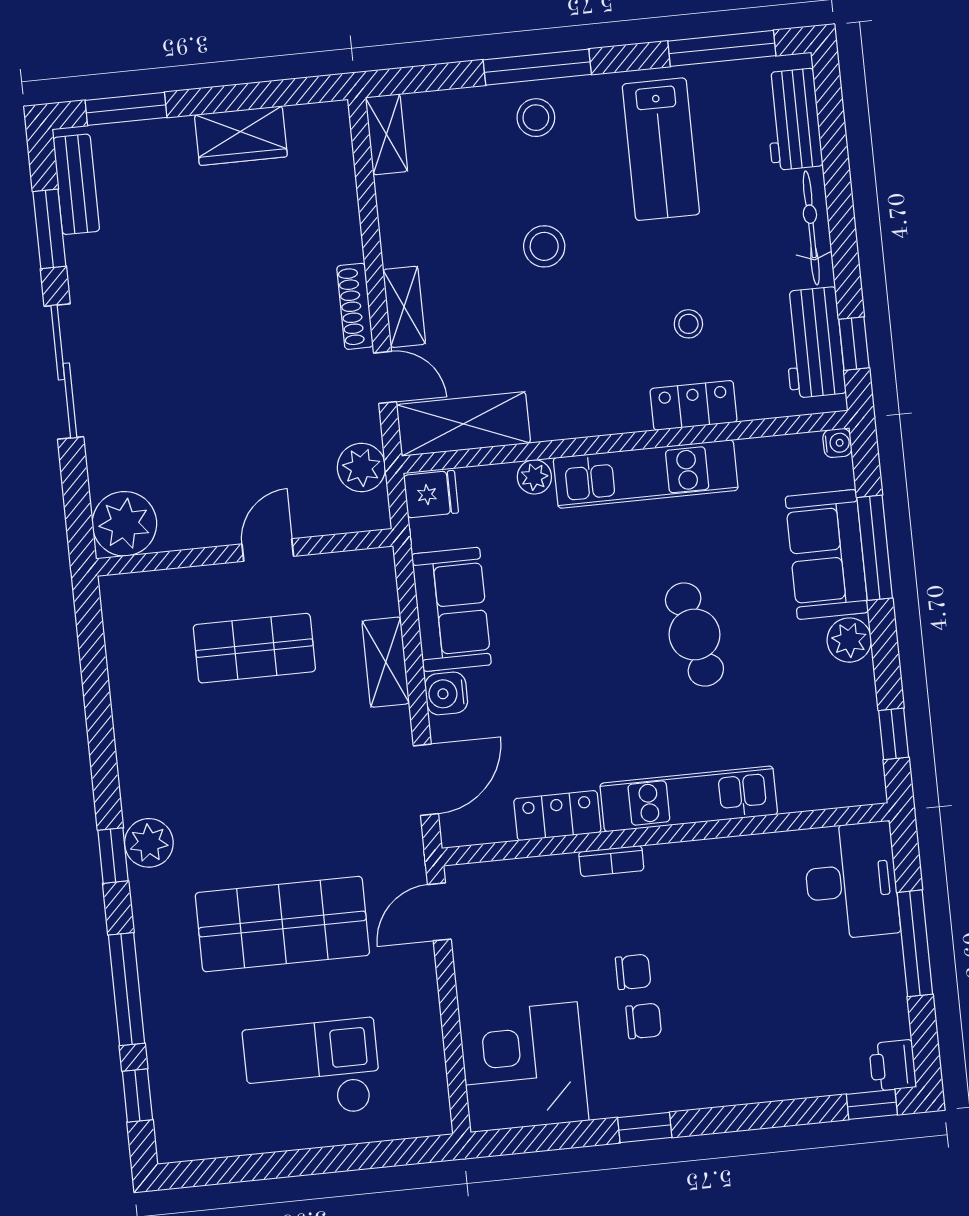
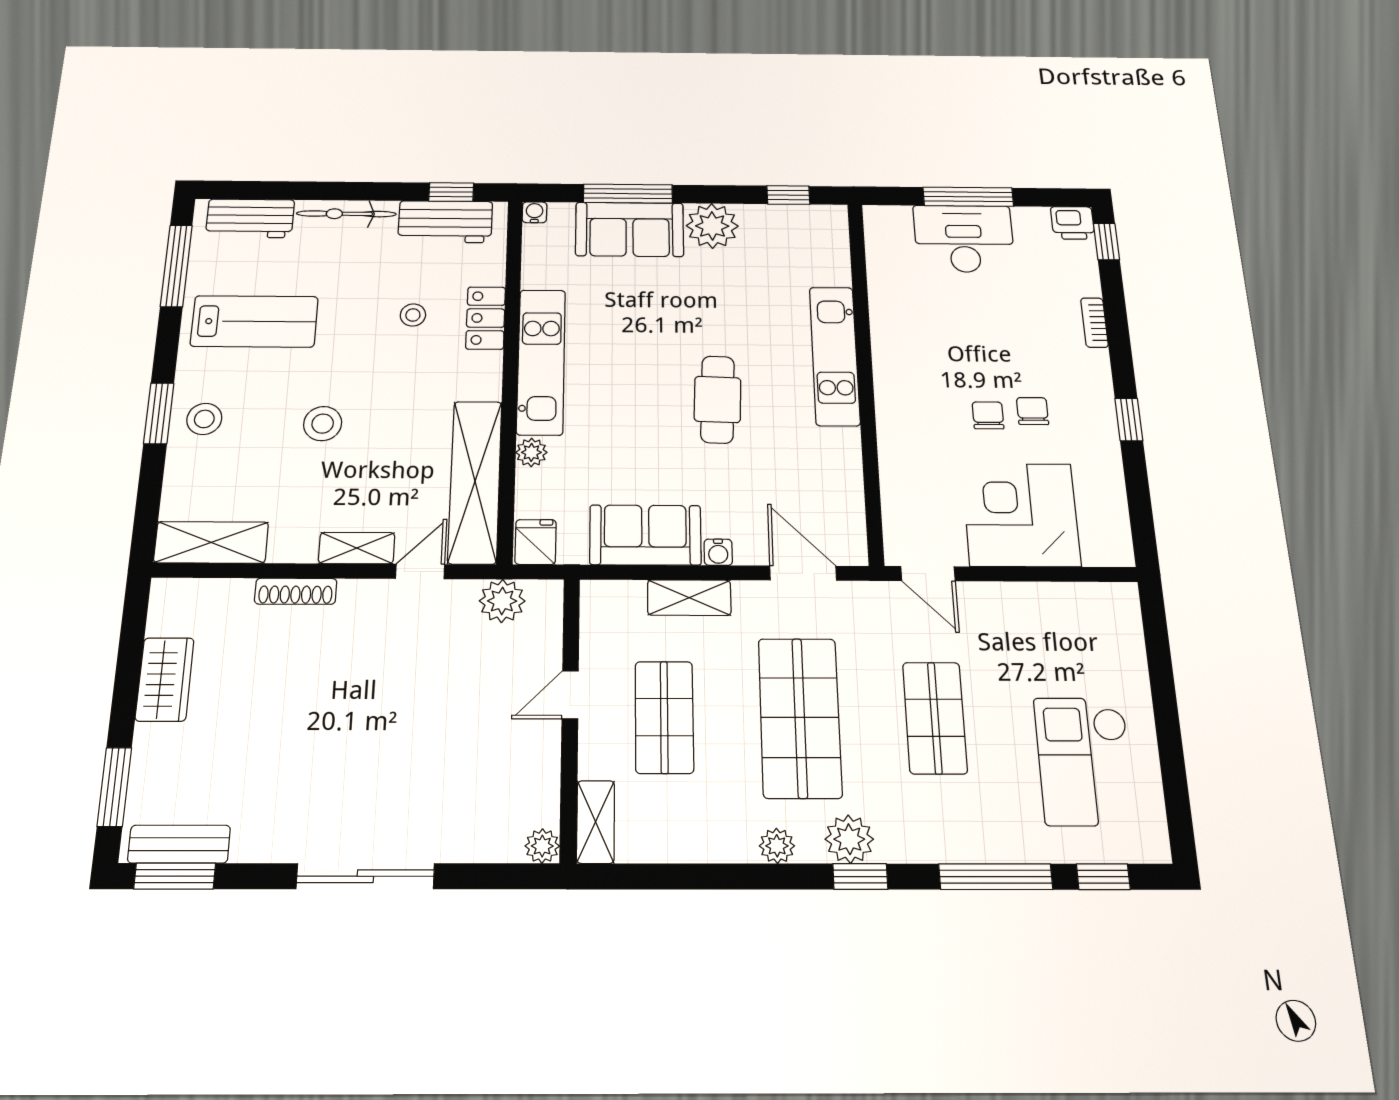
window: (537, 67) -> (159, 413), width x0.69
shelving: (386, 134) -> (211, 542), width x1.50, depth x1.33
window: (49, 229) -> (175, 876), moved
shoe rack: (355, 306) -> (296, 591), moved
shelving: (463, 424) -> (475, 482), width x1.47
plant: (124, 524) -> (542, 846), width x0.53, depth x0.53
door: (268, 550) -> (570, 695), hinge flipped
shelving: (140, 590) -> (596, 822), added
cafe table: (694, 635) -> (718, 399), moved, turned -76
plant: (849, 640) -> (712, 226), width x1.36, depth x1.36
water cooler: (446, 693) -> (718, 552), width x0.72, depth x0.72
plant: (135, 772) -> (777, 846), added
shop shelf: (268, 786) -> (800, 717), added
locker: (557, 816) -> (843, 464), removed
bookcase: (611, 861) -> (1094, 323), moved, turned 180
desk: (851, 881) -> (964, 239), moved
shop shelf: (282, 924) -> (935, 718), width x0.70, depth x0.74
corner desk: (524, 1067) -> (1021, 515), moved, turned 90
checkout: (312, 1070) -> (1085, 761), moved

